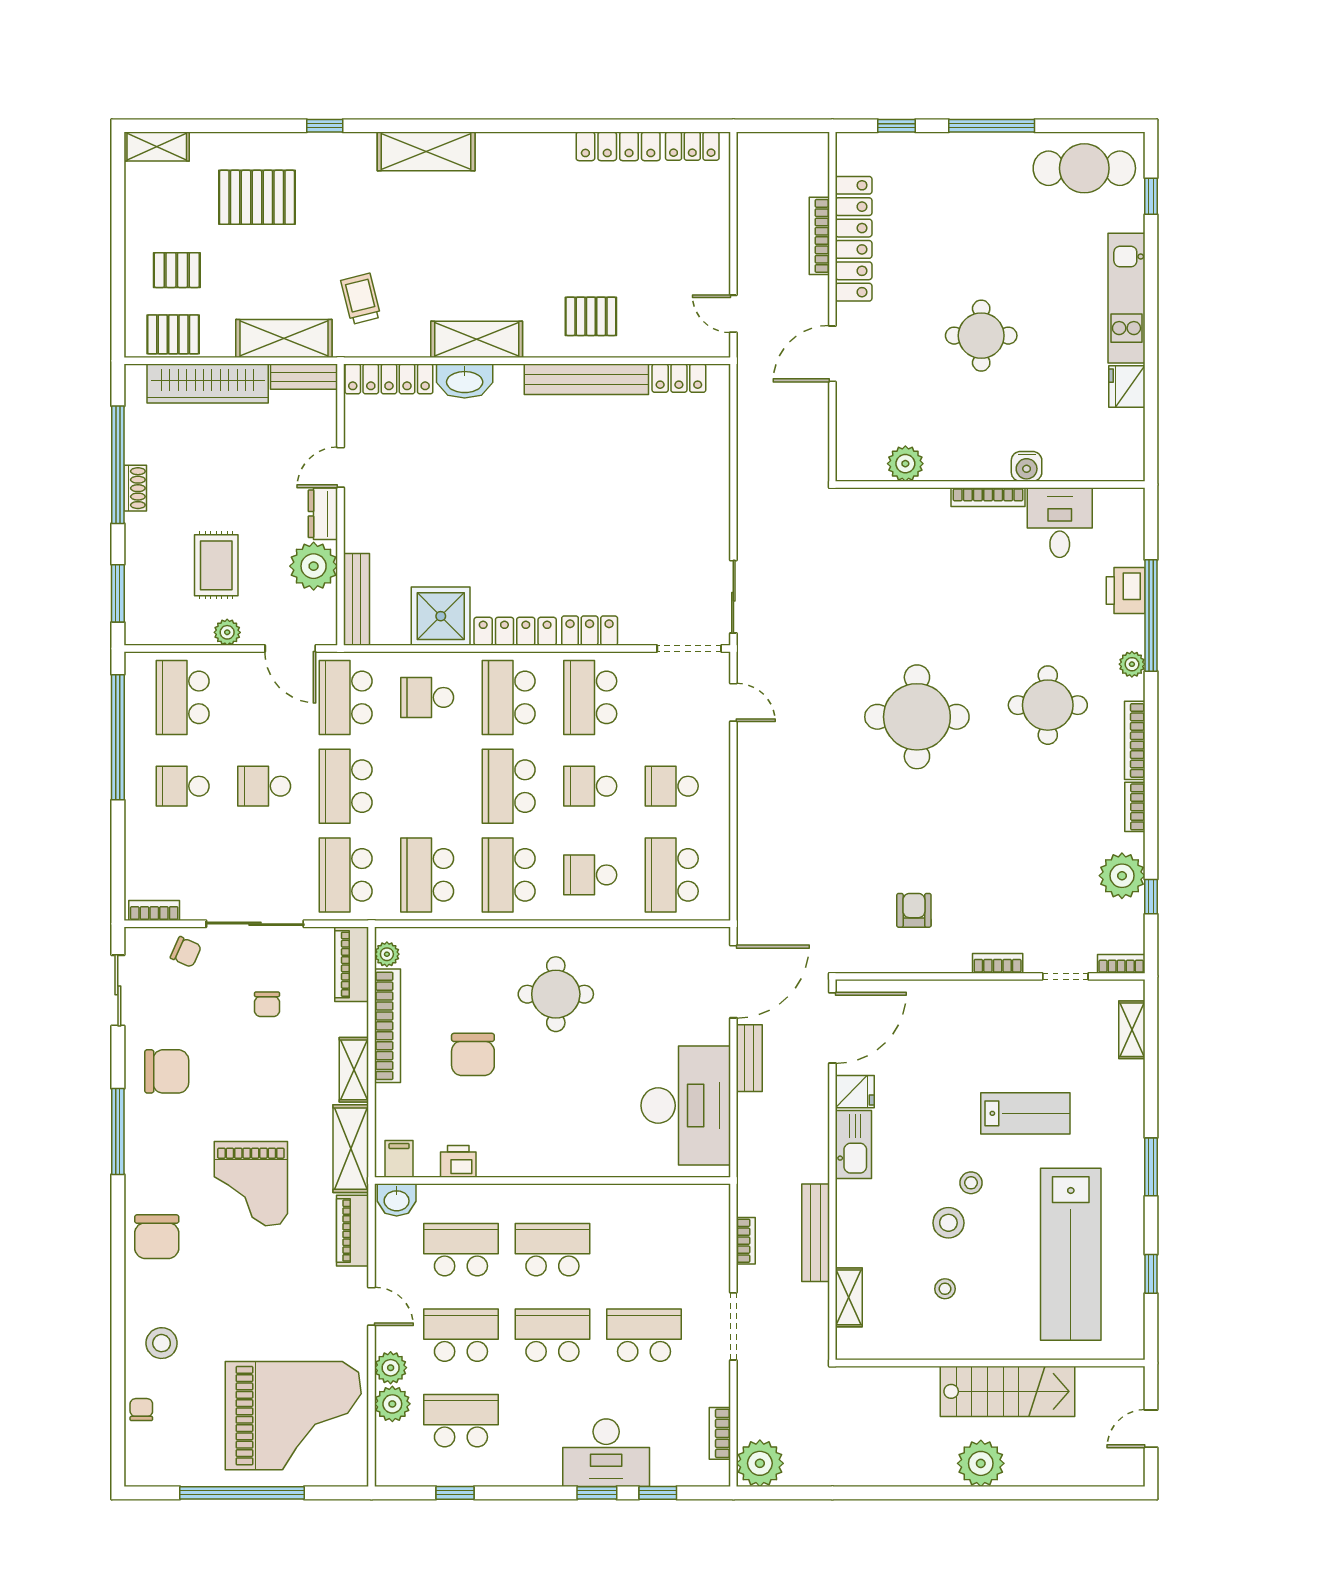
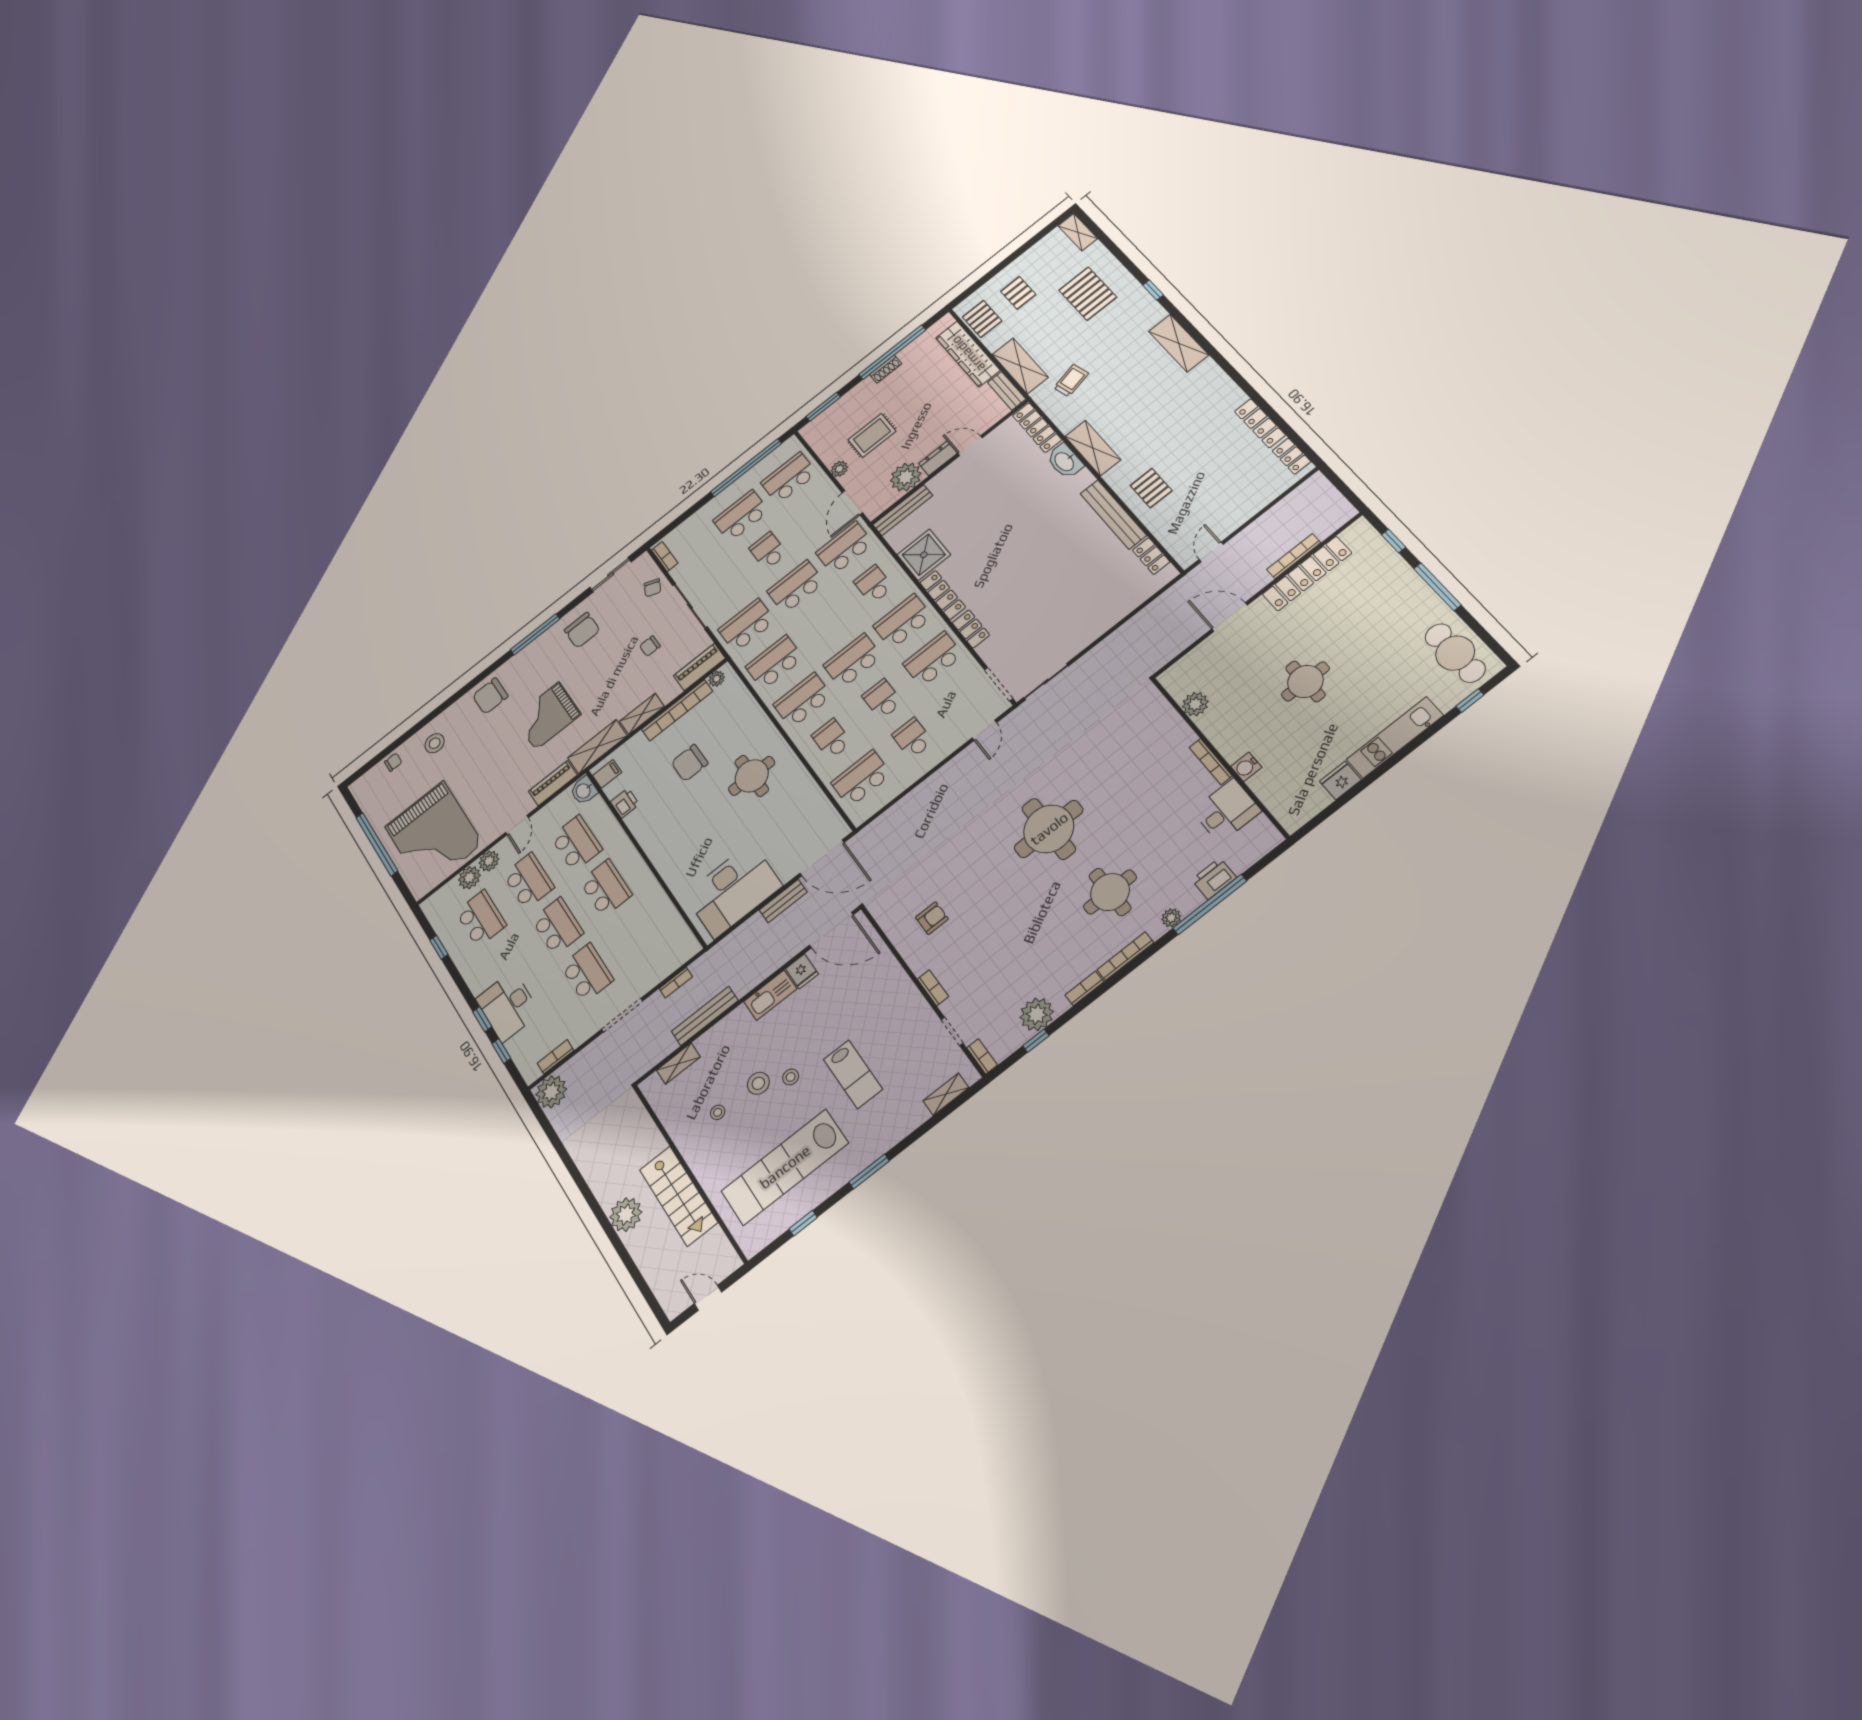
school desk: (183, 786) -> (741, 516), width x1.85

